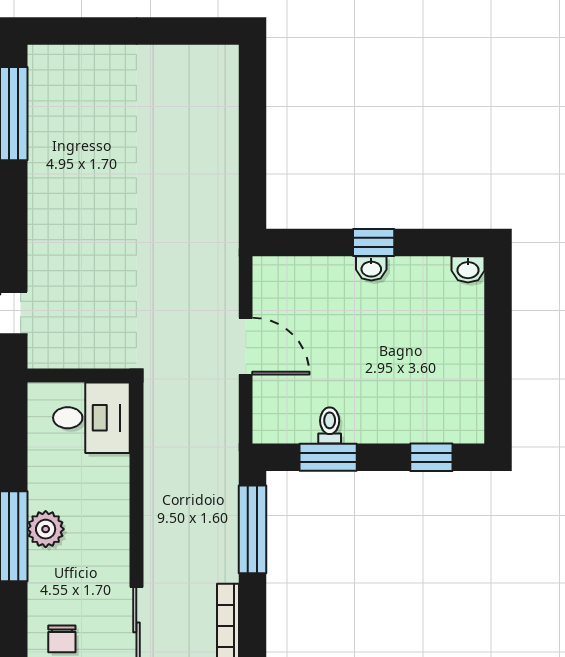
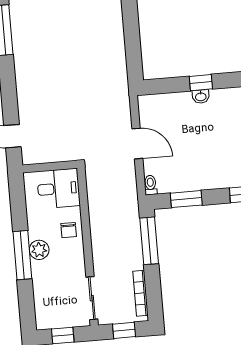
toilet: (330, 425) -> (150, 185), moved
chair: (62, 639) -> (69, 230), moved

